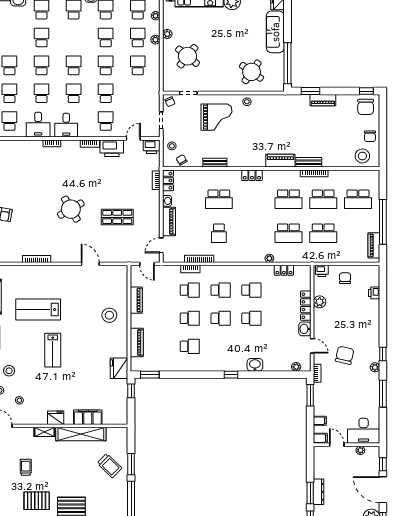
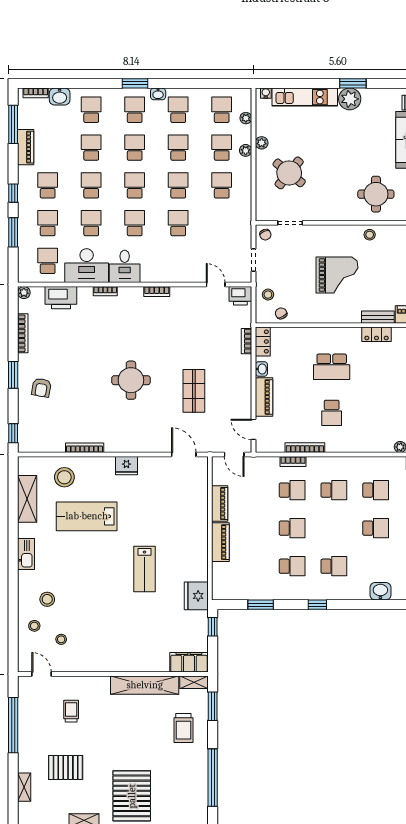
round table: (252, 72) -> (376, 194), turned -35
grand piano: (216, 117) -> (337, 275), moved
school desk: (106, 121) -> (135, 148), moved
desk: (38, 125) -> (87, 266), width x1.37
door: (133, 139) -> (216, 285), hinge flipped
printer: (112, 148) -> (61, 298), moved
bench: (215, 163) -> (378, 317), moved
round table: (71, 209) -> (131, 380), turned 30
shop shelf: (117, 217) -> (194, 391), turned 90
door: (161, 245) -> (254, 429), hinge flipped
door: (90, 264) -> (184, 454), moved
stool: (109, 315) -> (64, 477), moved
school desk: (221, 318) -> (334, 566), moved
piano: (137, 343) -> (220, 542), moved
lab bench: (53, 350) -> (144, 569), moved
window: (150, 375) -> (261, 605), moved
window: (231, 375) -> (317, 605), moved
filing cabinet: (88, 417) -> (189, 662), moved
fridge: (56, 418) -> (126, 466), moved, turned 180
shelving: (44, 432) -> (194, 682), moved
window: (131, 464) -> (213, 706), moved
trolley: (110, 466) -> (183, 728), turned 46
trolley: (26, 467) -> (71, 711), moved
pallet: (37, 501) -> (66, 767), moved

